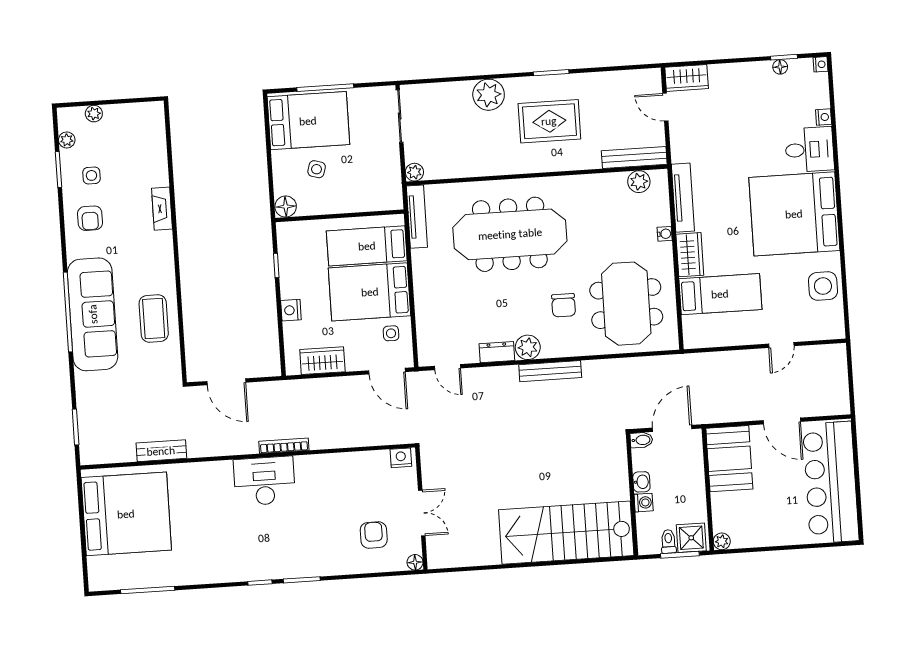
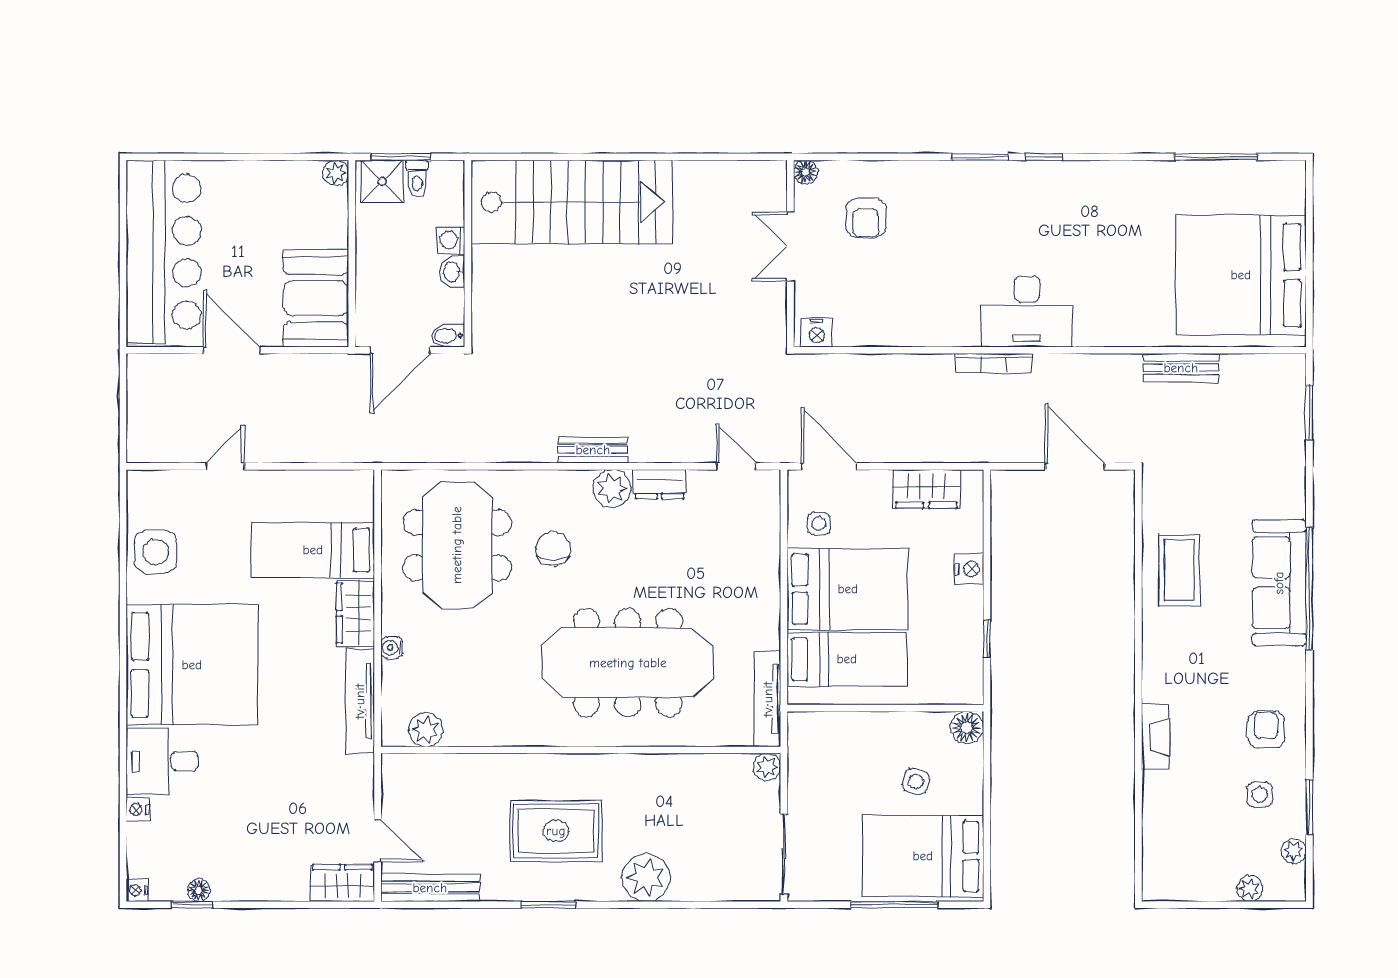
bench: (634, 157) -> (430, 888), moved
sofa: (93, 314) -> (1279, 583), width x0.74, depth x0.79
bench: (550, 371) -> (593, 450), width x0.73

